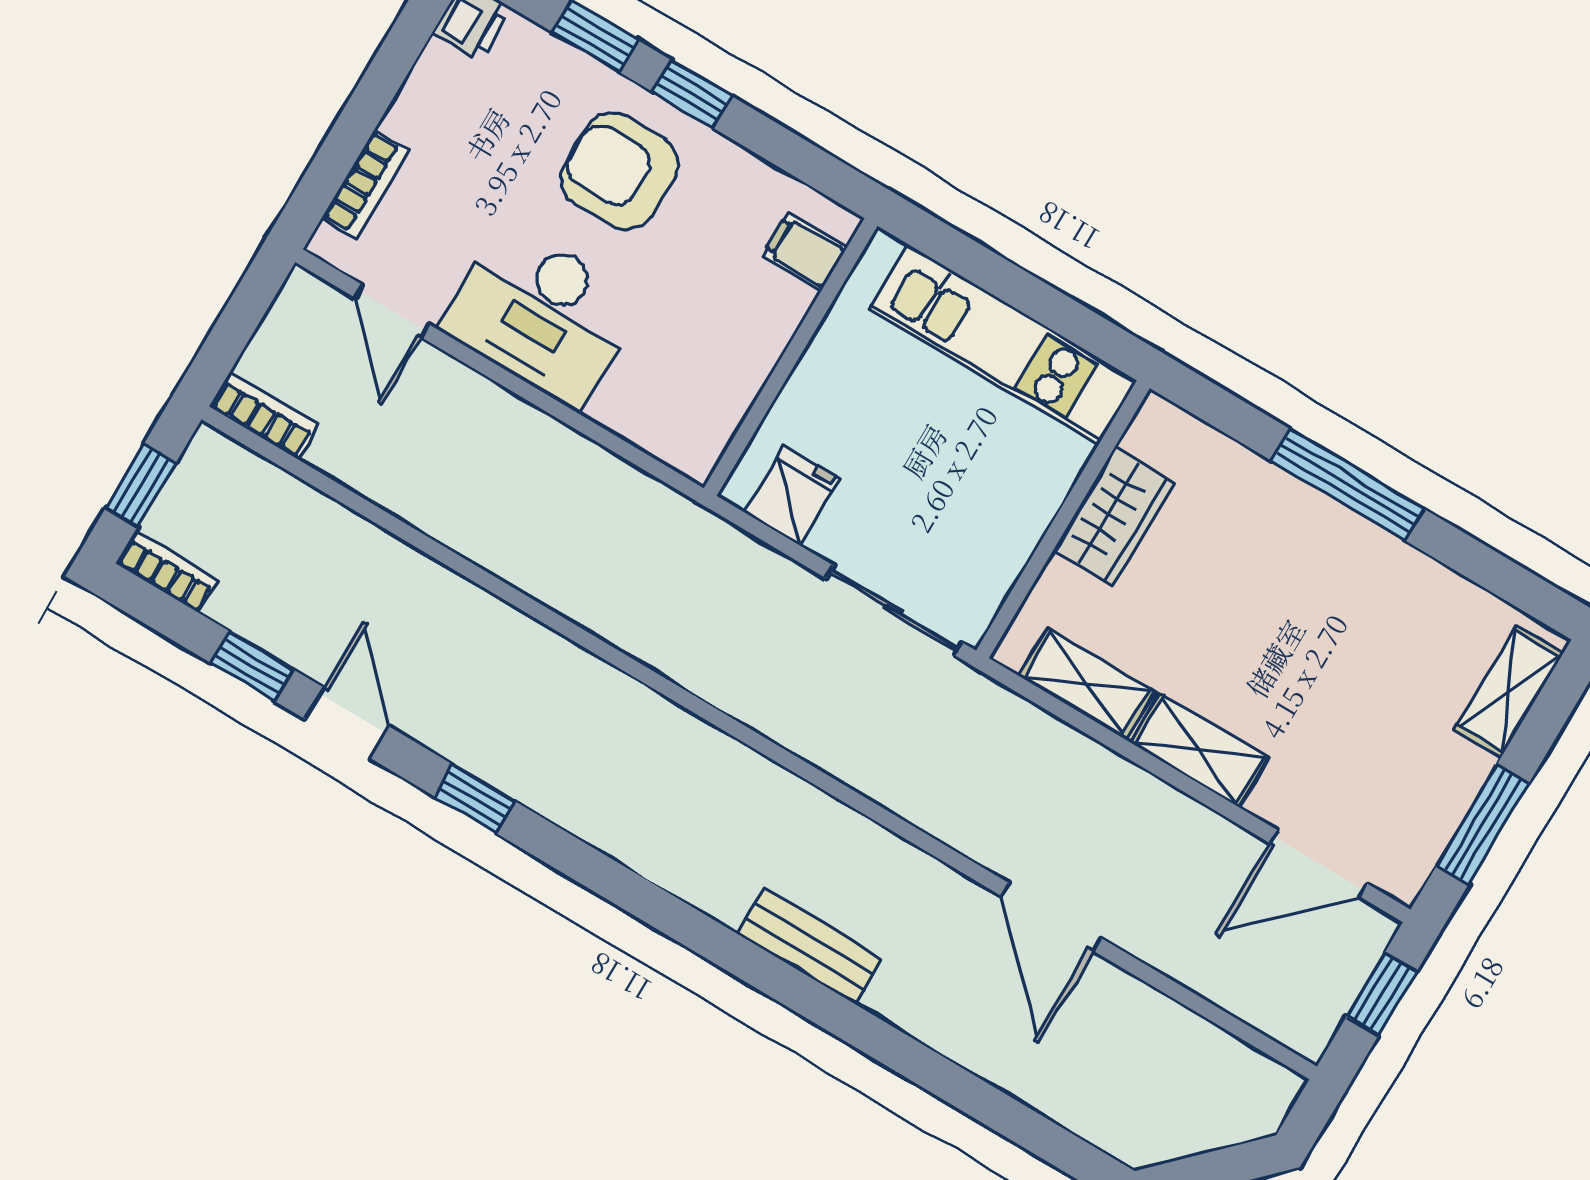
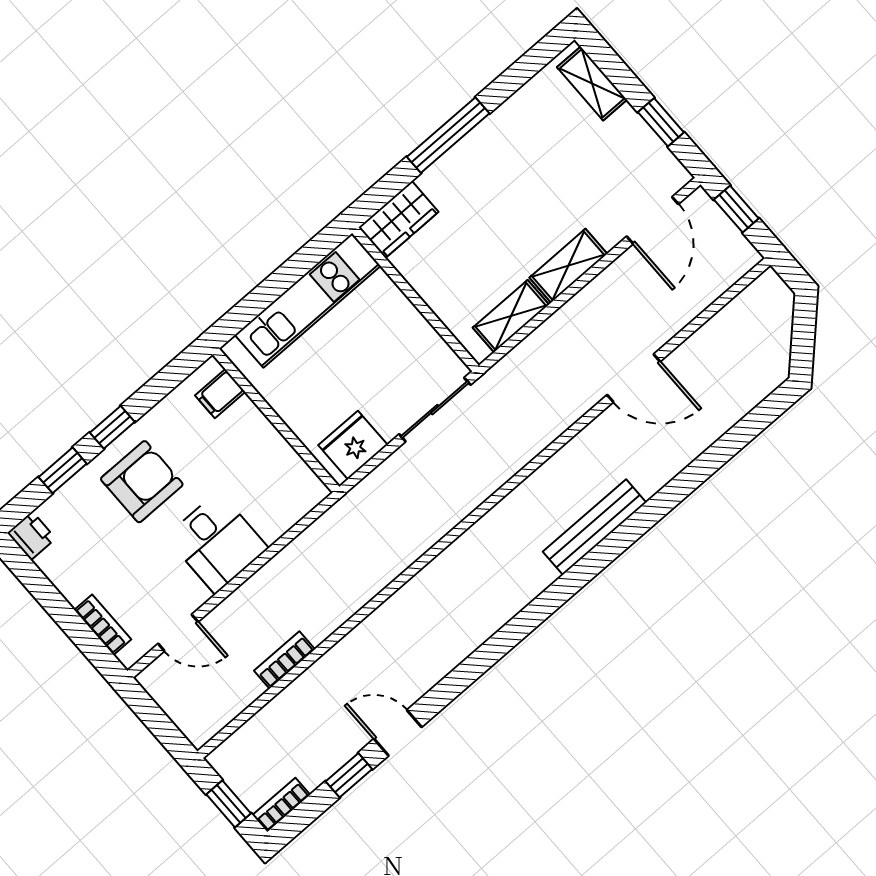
armchair: (619, 171) -> (142, 482), turned 180
desk: (541, 314) -> (217, 542), width x0.73
bookcase: (264, 415) -> (284, 660), moved
fridge: (792, 496) -> (353, 445), width x1.38
wardrobe: (1114, 517) -> (399, 220), moved, turned 90
window: (474, 799) -> (463, 676), removed
window: (1483, 824) -> (661, 122), width x0.67
bench: (809, 946) -> (595, 527), width x1.36

